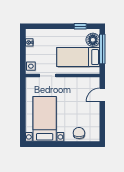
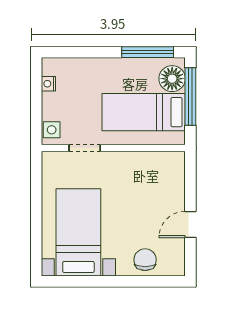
window: (80, 26) -> (148, 52), width x2.17
door: (102, 95) -> (190, 224), moved

